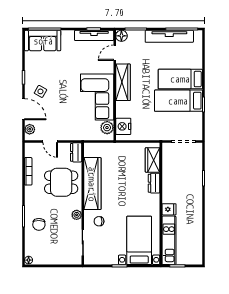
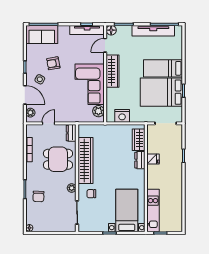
armchair: (56, 73) -> (53, 63), added
bed: (178, 101) -> (161, 92), width x1.50
nightstand: (123, 126) -> (122, 116), moved, turned -90
door: (50, 142) -> (48, 123), swing flipped
fridge: (169, 209) -> (153, 159), moved

